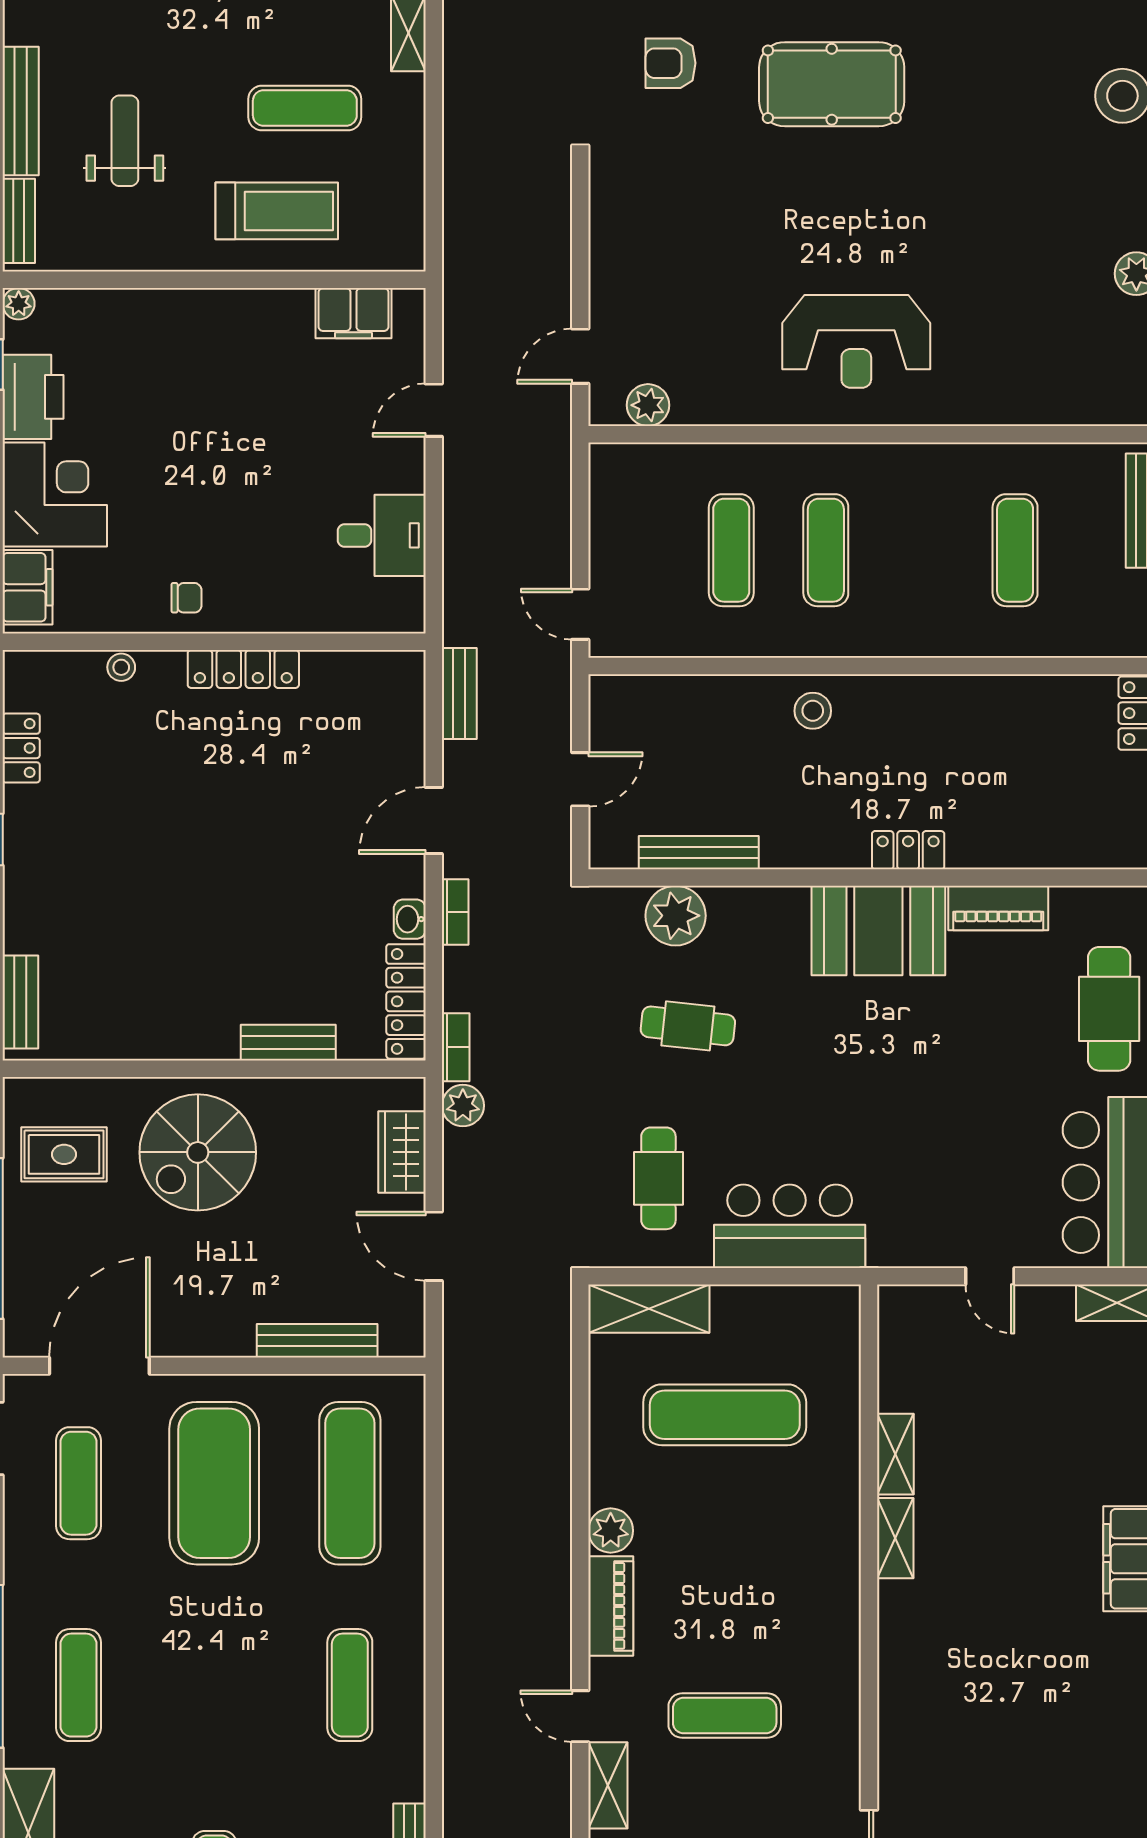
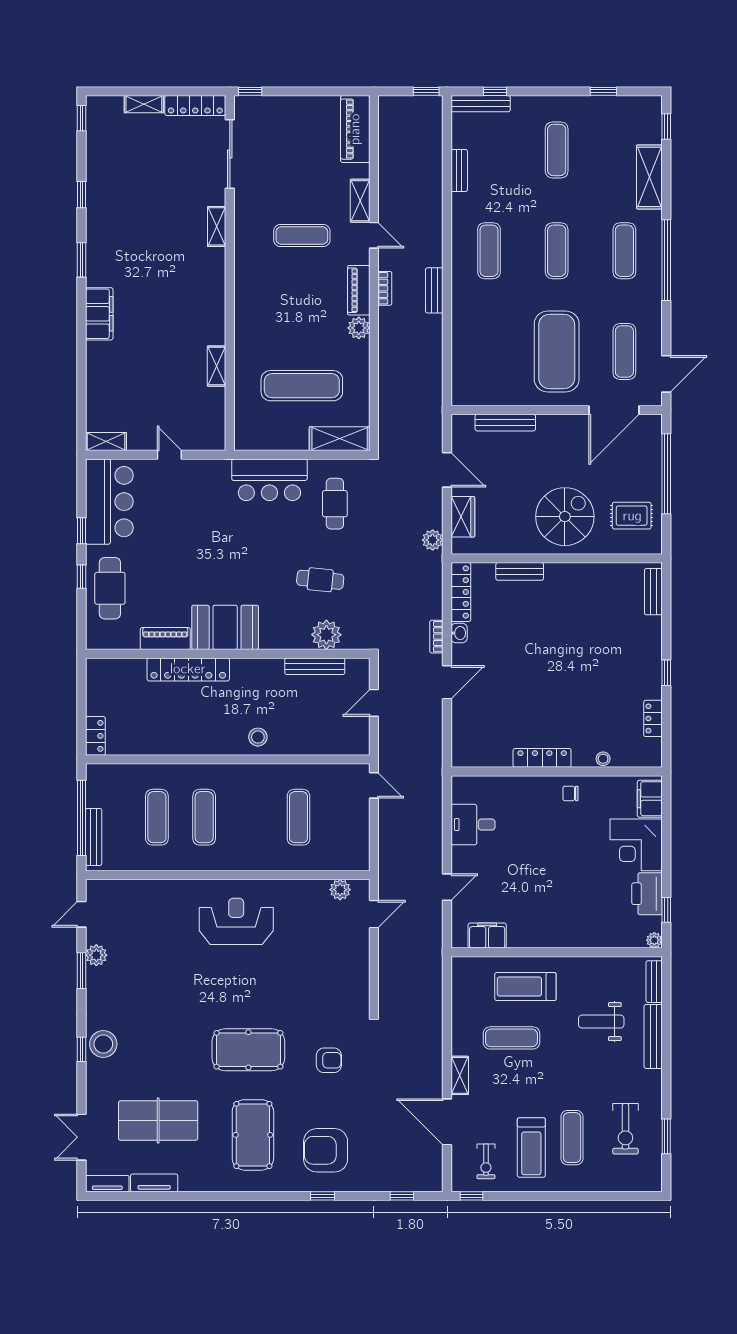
weight bench: (125, 141) -> (601, 1022), turned 90
exercise mat: (826, 550) -> (204, 817), moved
bench: (459, 694) -> (434, 290), moved
locker: (908, 850) -> (188, 669), width x2.16, depth x1.21
bookcase: (456, 1047) -> (385, 288), moved, turned 180
exercise mat: (350, 1483) -> (557, 251), moved, width x0.73, depth x0.69
shelving: (895, 1538) -> (217, 226), moved

